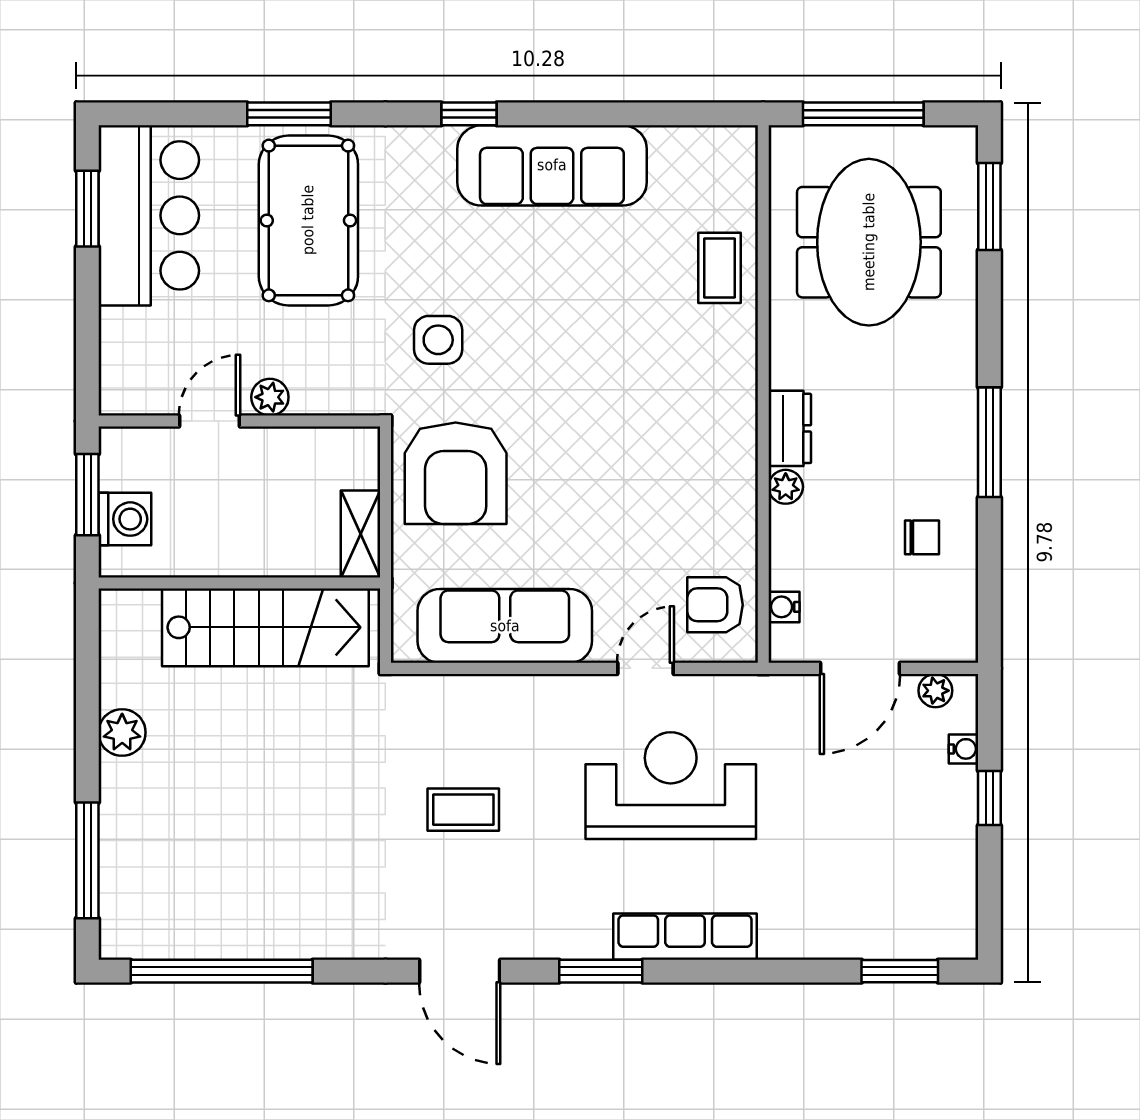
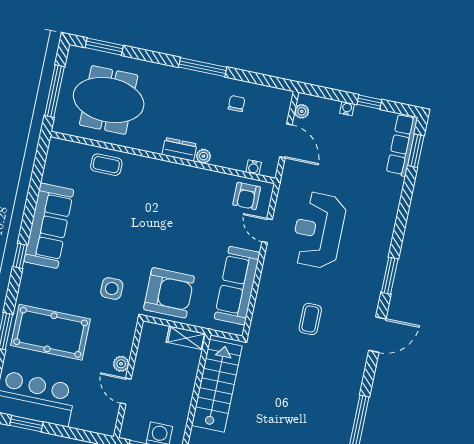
water cooler: (964, 749) -> (347, 109), moved
window: (989, 798) -> (369, 102), moved
row of seats: (685, 937) -> (402, 145), moved

